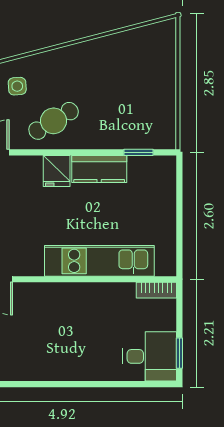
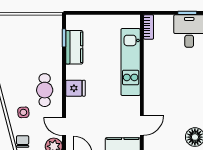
cafe table: (54, 121) -> (45, 90), turned 31
kitchen counter: (99, 169) -> (74, 47), moved

